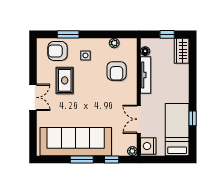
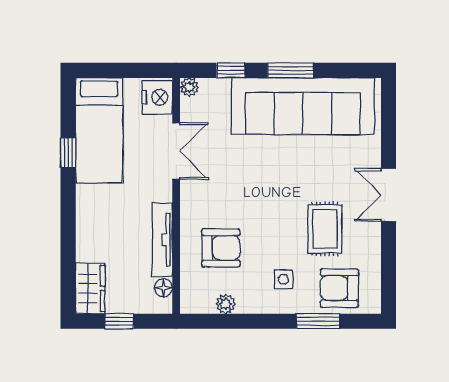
armchair: (58, 51) -> (339, 288), turned 180
armchair: (117, 71) -> (221, 248), turned 90

